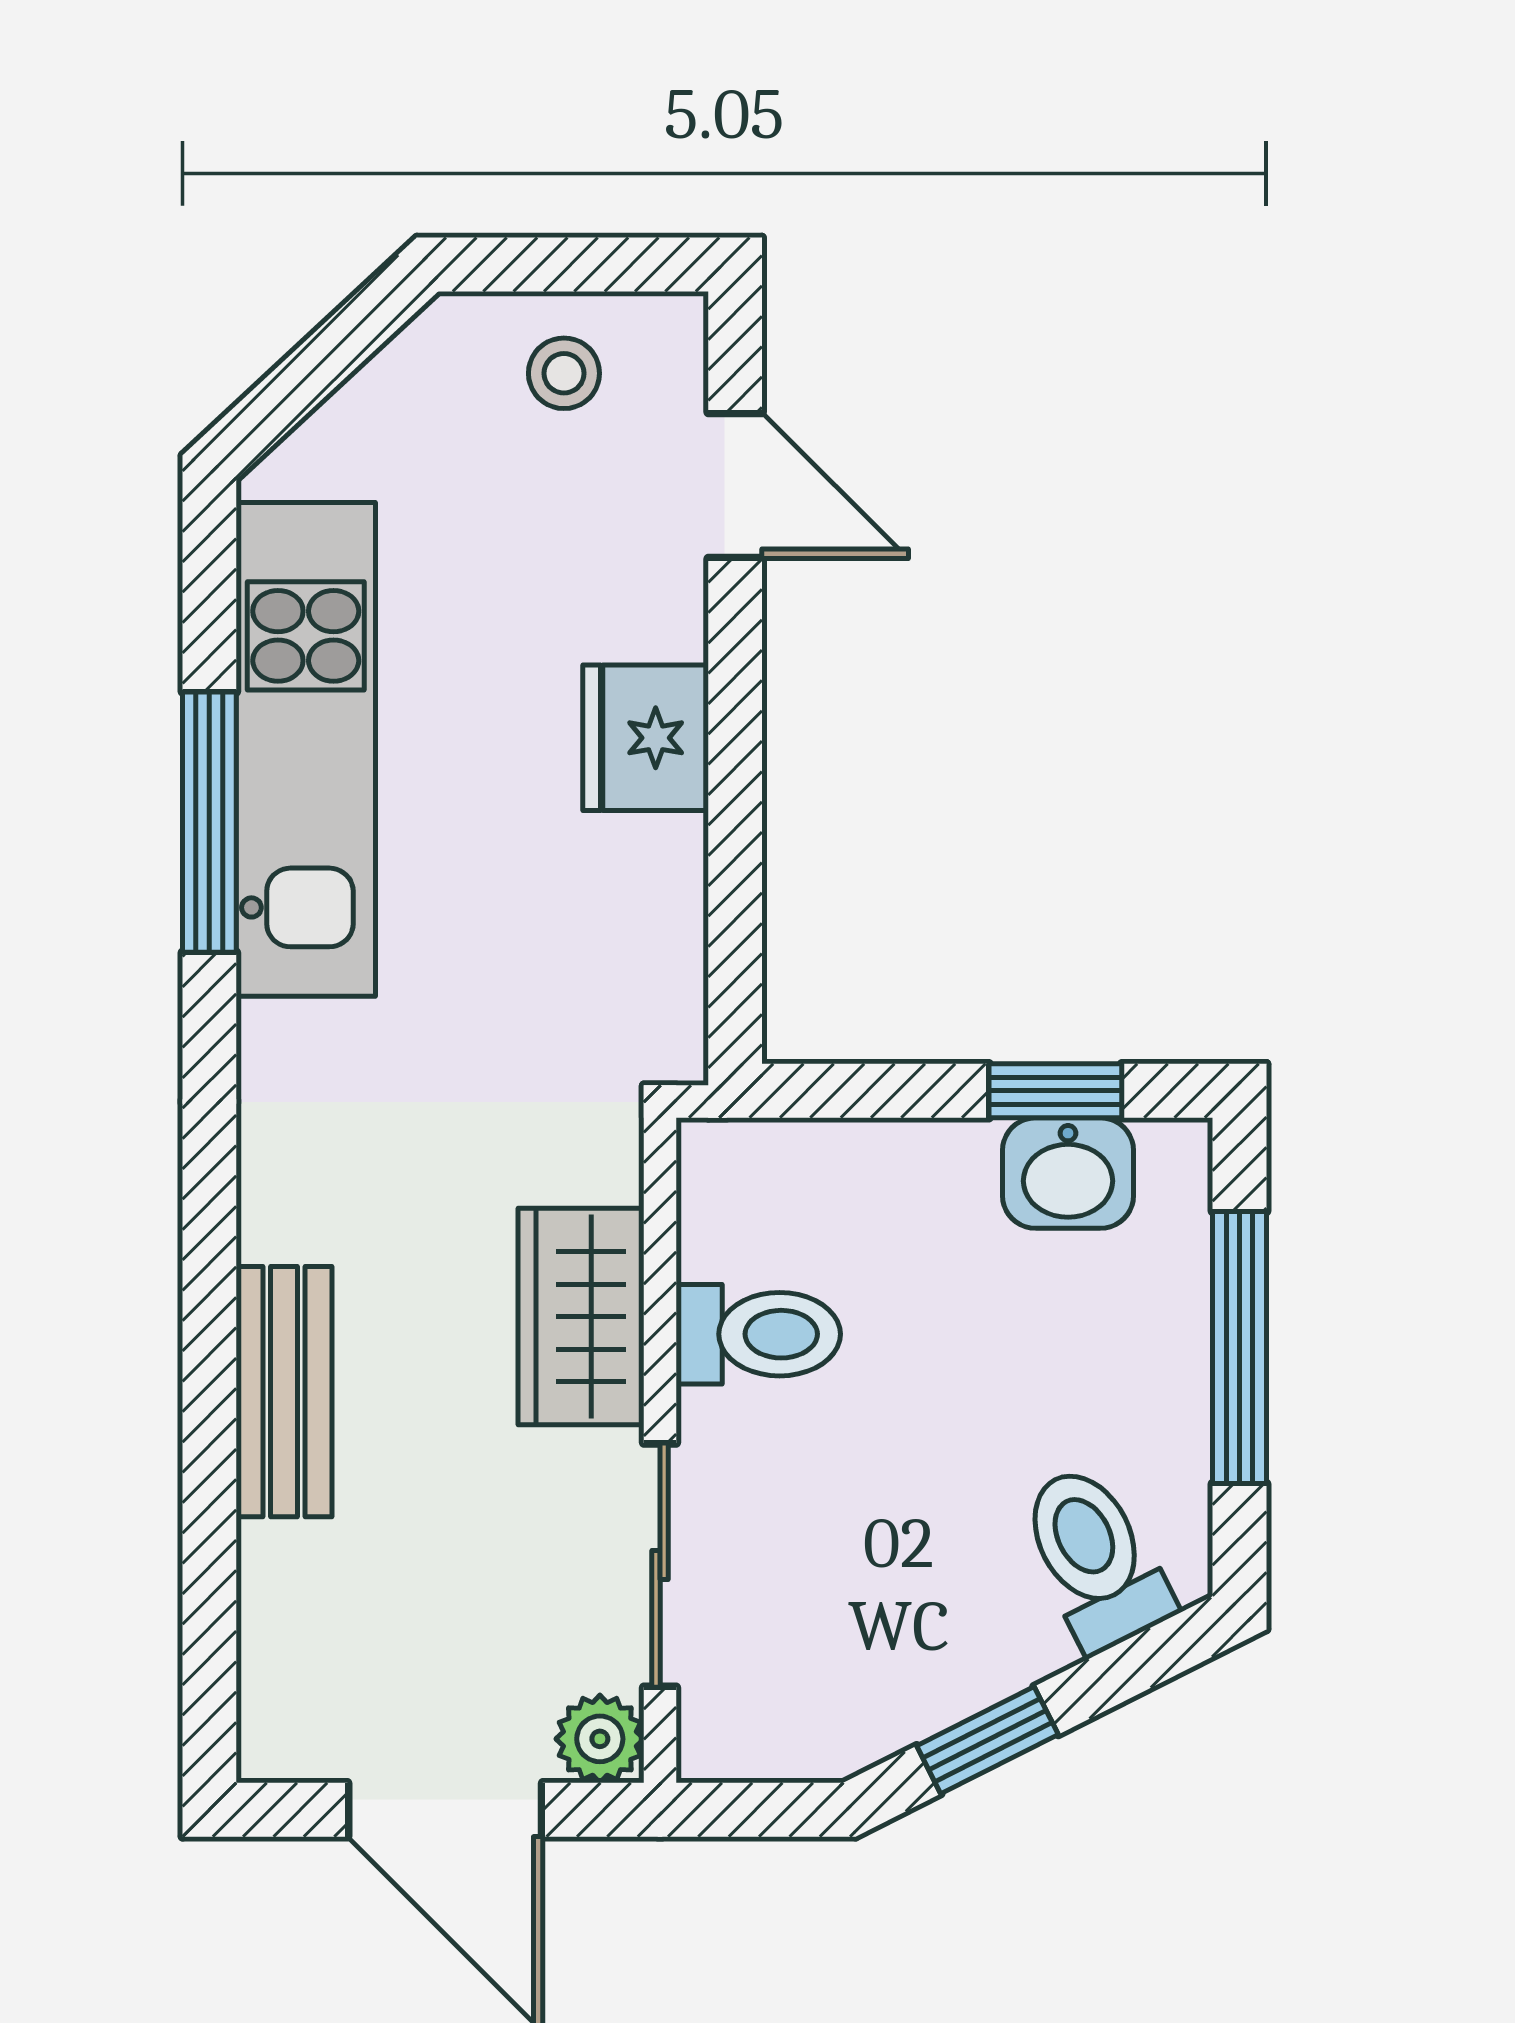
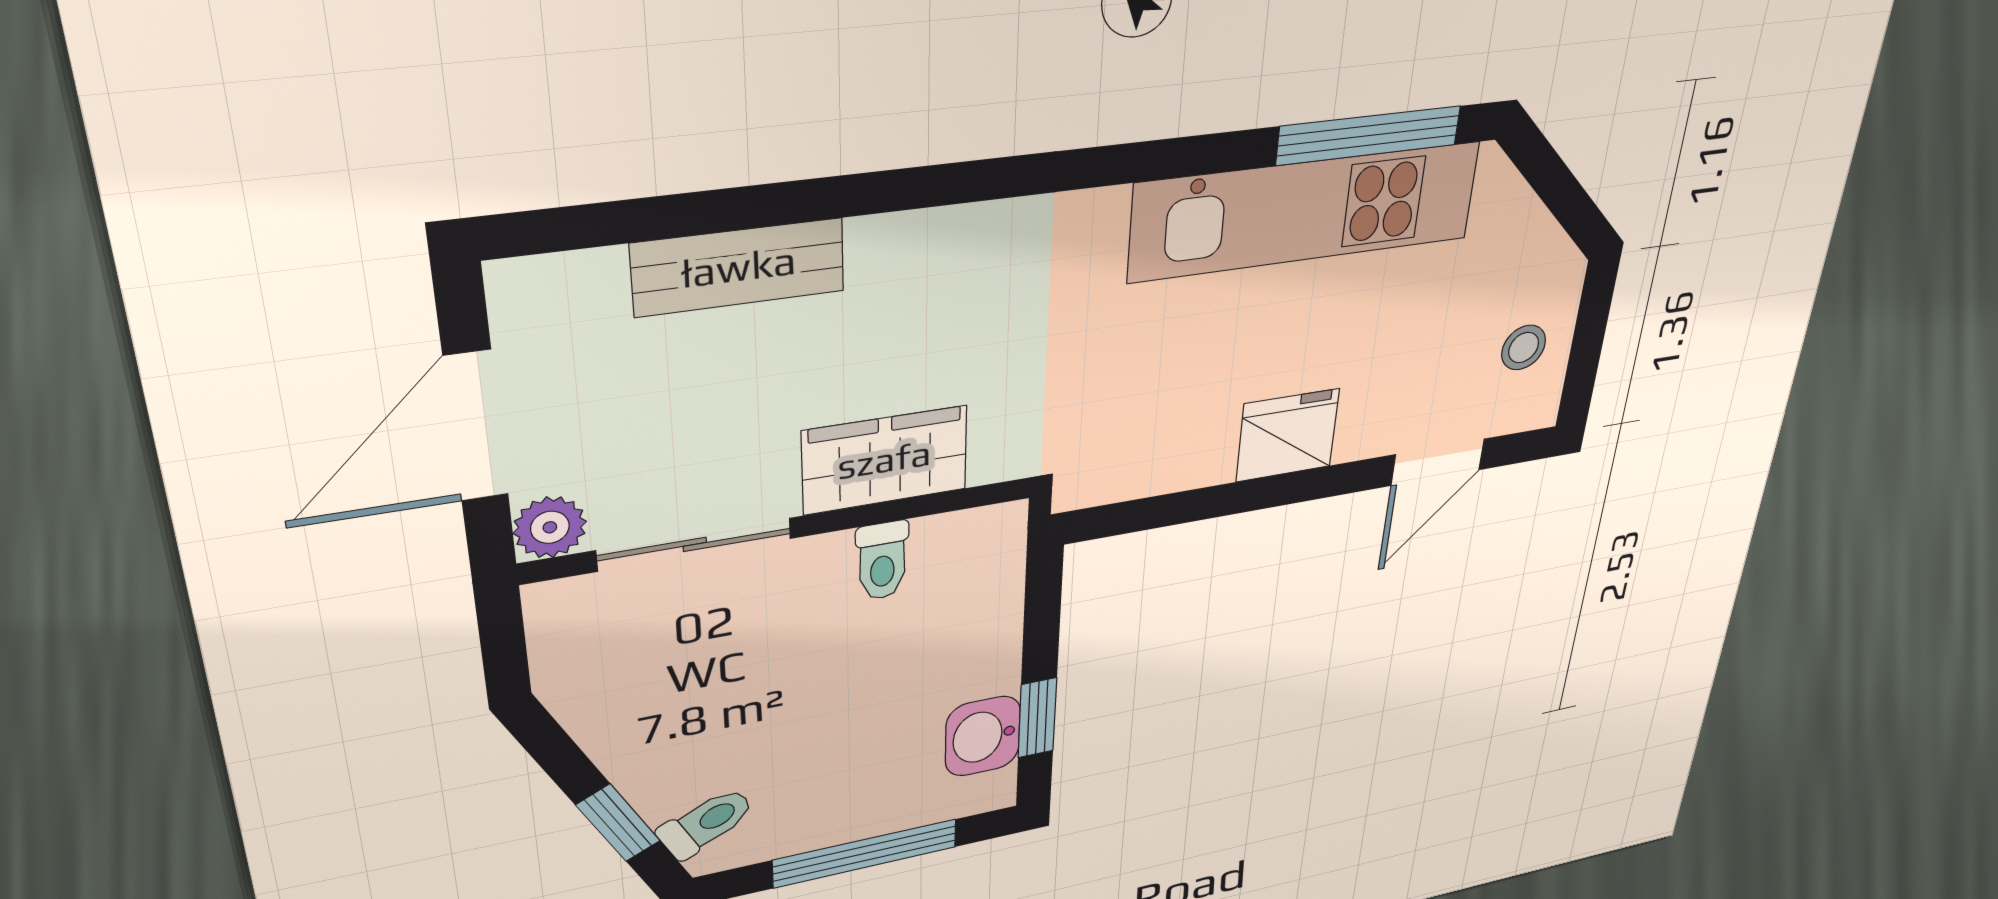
window: (209, 822) -> (1369, 136), moved
toilet: (758, 1334) -> (882, 561), width x0.73, depth x0.72
bench: (284, 1392) -> (739, 267), moved
toilet: (1095, 1558) -> (706, 823), width x0.73, depth x0.72
window: (987, 1740) -> (618, 823), moved

